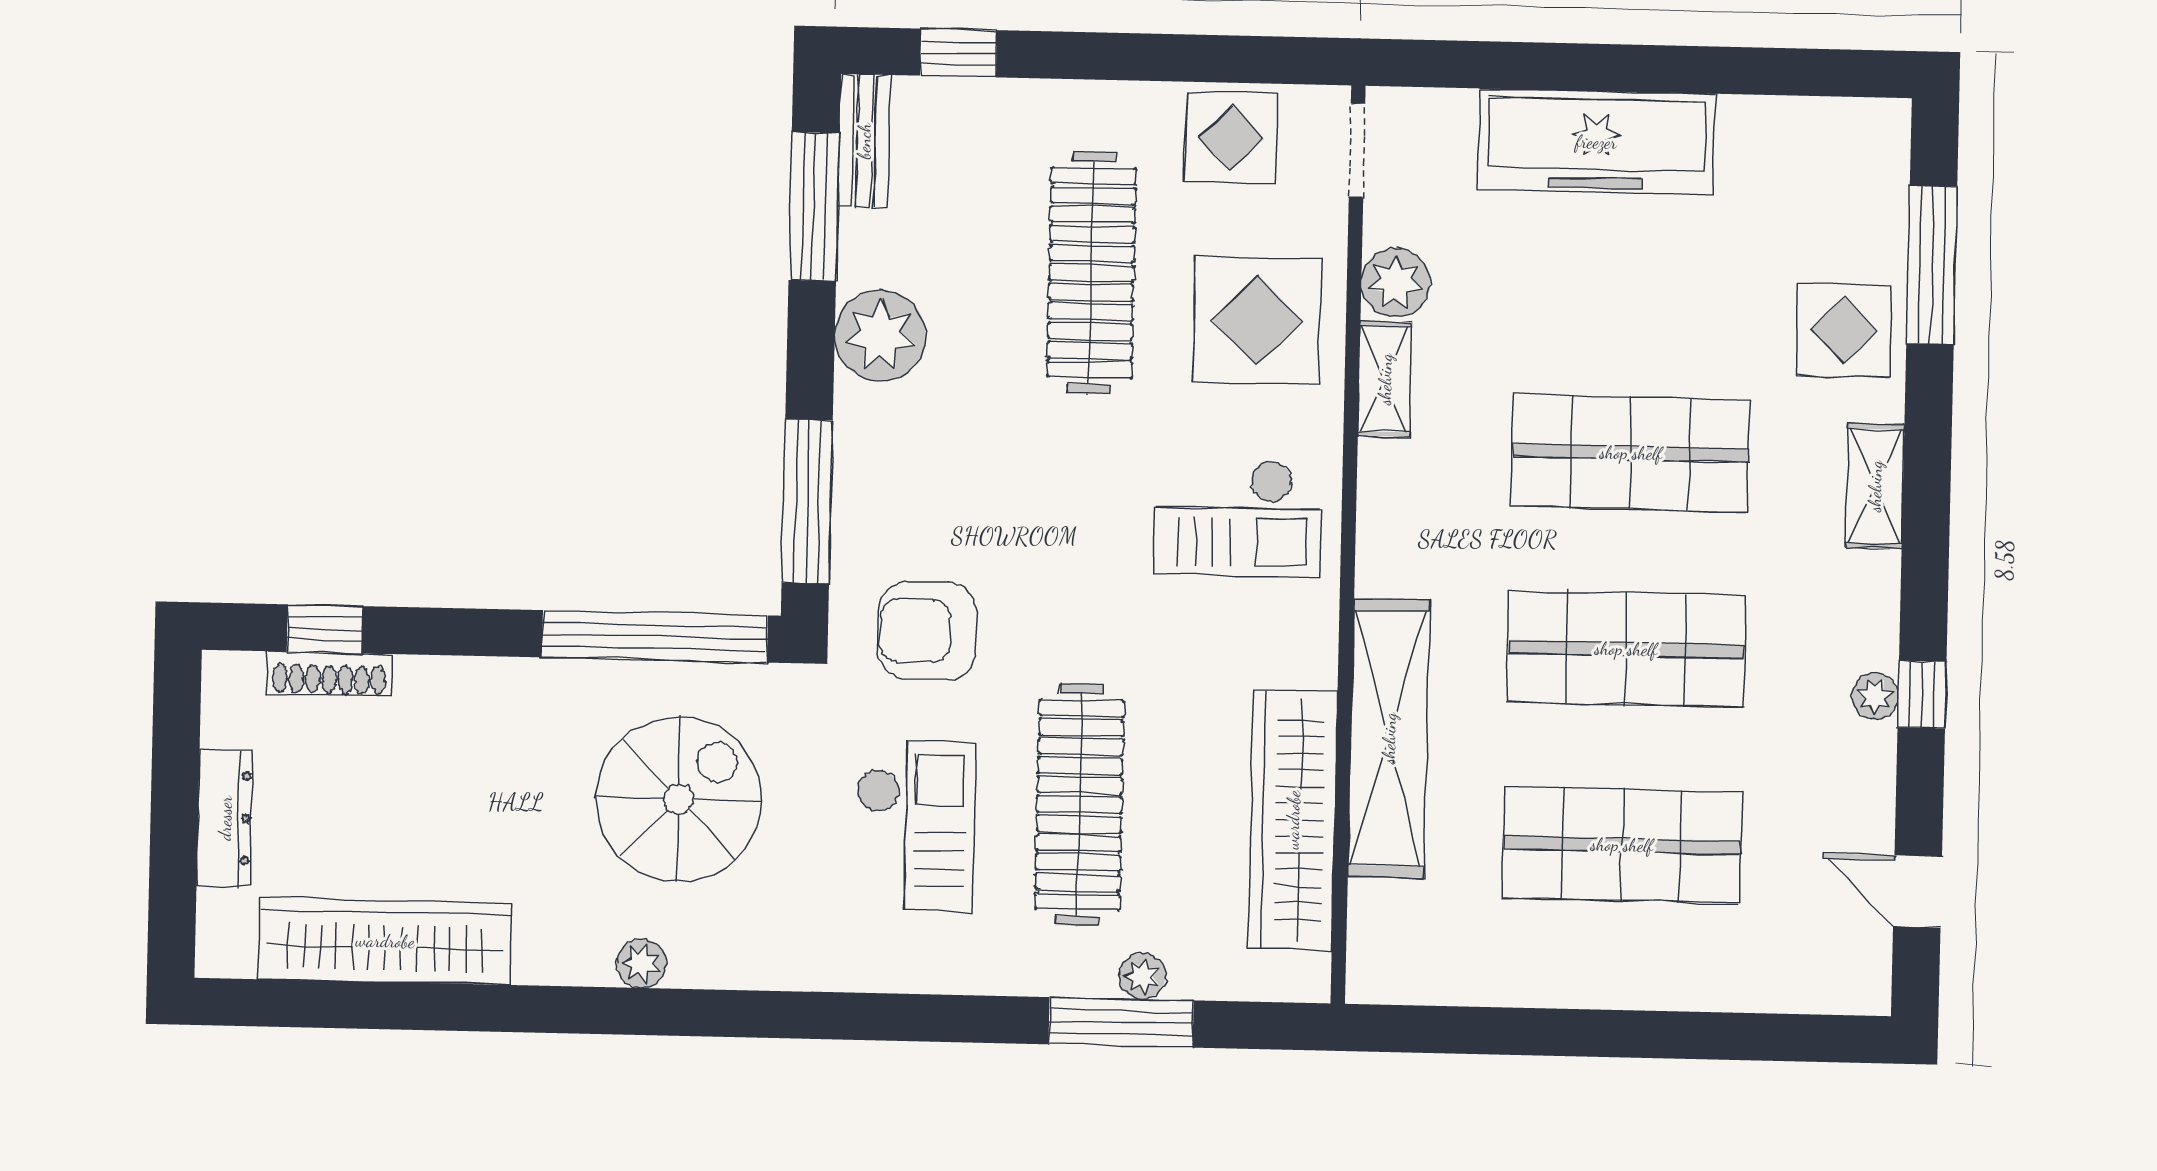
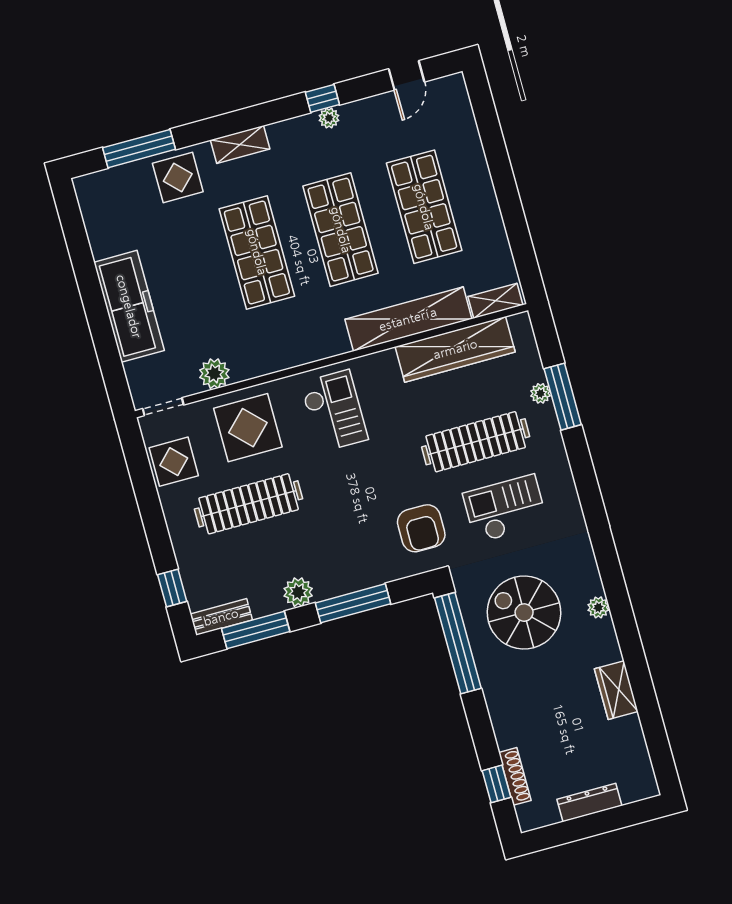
plant: (880, 336) -> (298, 592), width x0.73, depth x0.73
shelving: (1385, 379) -> (495, 301), moved
window: (807, 501) -> (353, 603), moved
wardrobe: (385, 941) -> (616, 690), width x0.48, depth x0.85

